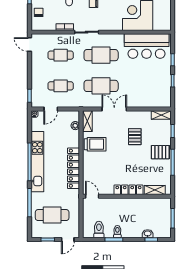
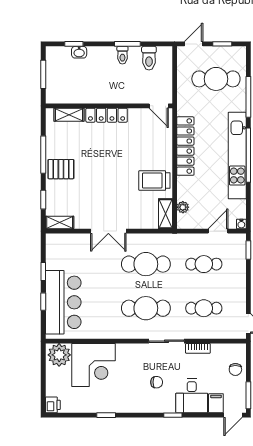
plant: (162, 23) -> (59, 355), added
bar counter: (147, 46) -> (63, 302), moved, turned 90
double door: (114, 109) -> (108, 231), moved
pallet: (135, 137) -> (97, 191), removed

